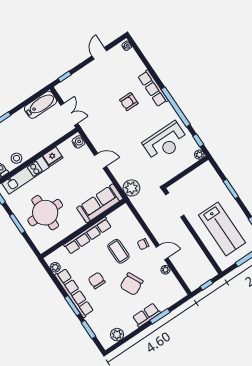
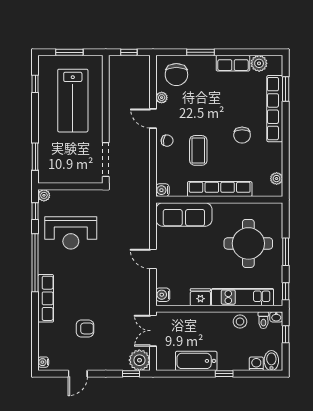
armchair: (129, 102) -> (85, 328), moved
bathtub: (41, 105) -> (196, 361), moved
reception desk: (165, 142) -> (71, 233), turned 180
plant: (131, 188) -> (139, 360), moved
window: (231, 189) -> (35, 157), moved
water cooler: (124, 210) -> (162, 190), added
lab bench: (222, 229) -> (73, 101), turned 180
chair: (132, 284) -> (176, 75), moved, turned 116
row of seats: (74, 293) -> (275, 109), moved
window: (72, 306) -> (286, 126), removed
row of seats: (146, 315) -> (233, 63), moved

